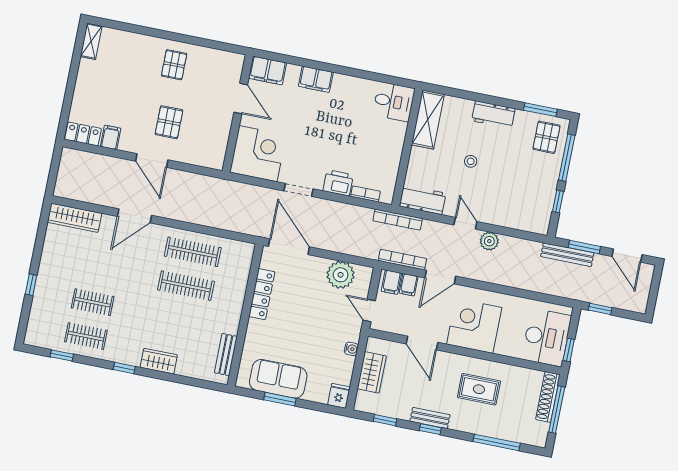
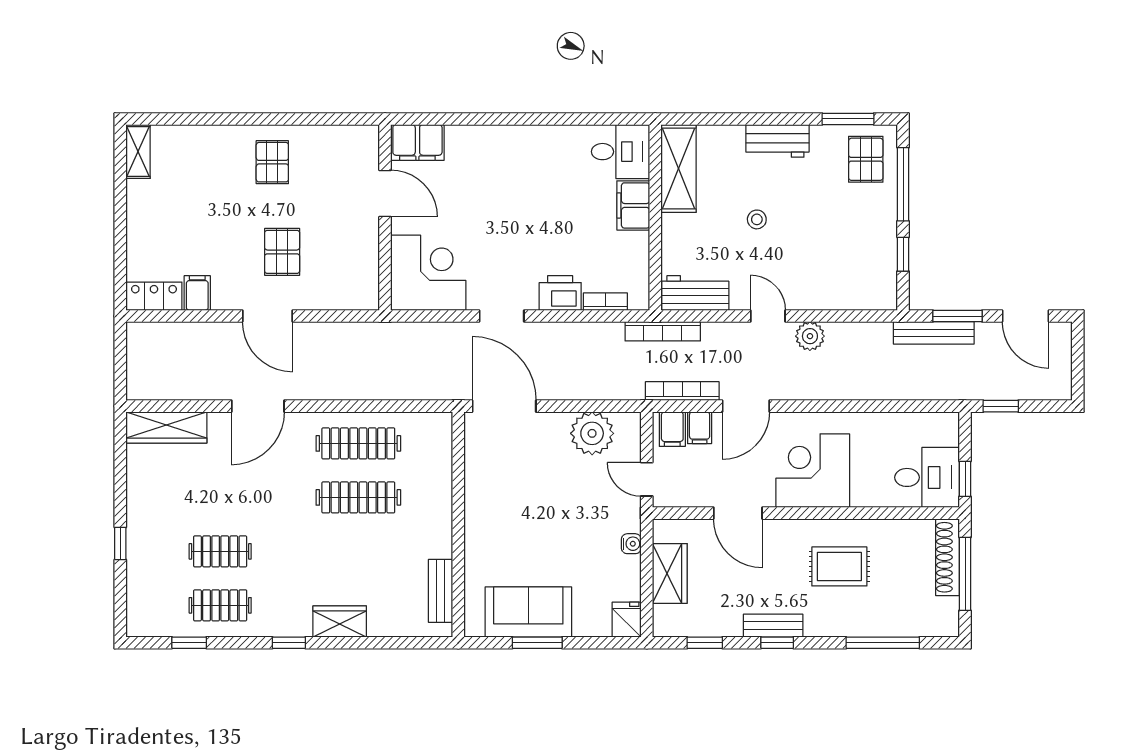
filing cabinet: (316, 79) -> (633, 205), moved, turned 90
locker: (262, 294) -> (477, 487), removed
desk: (546, 337) -> (927, 477), width x0.73

